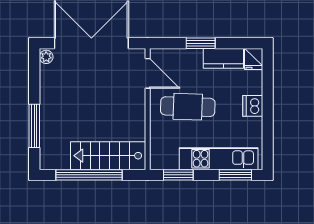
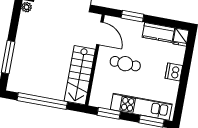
window: (201, 43) -> (132, 16), moved
cafe table: (188, 107) -> (125, 64), width x0.73, depth x0.74
stairs: (108, 156) -> (80, 75), moved, turned -90

